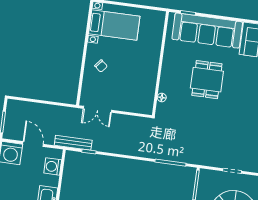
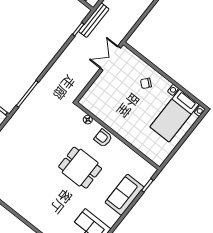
sofa: (207, 31) -> (125, 195), width x0.54, depth x0.79
armchair: (170, 75) -> (103, 138), added

